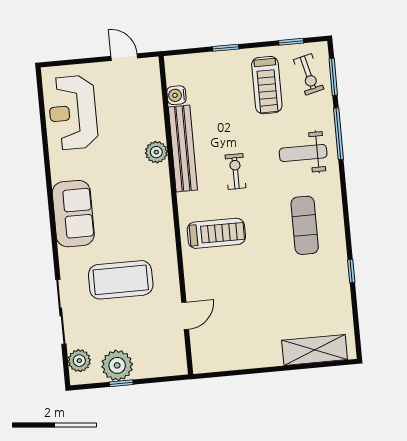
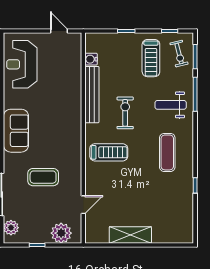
plant: (156, 152) -> (74, 95), removed
exercise bike: (236, 171) -> (125, 113), width x1.38, depth x1.39
coffee table: (121, 280) -> (43, 177), width x0.73, depth x0.76
shelving: (315, 350) -> (130, 235), moved
plant: (117, 365) -> (61, 233), moved

